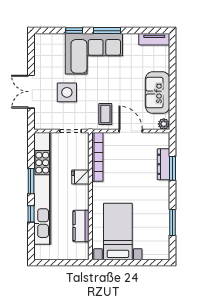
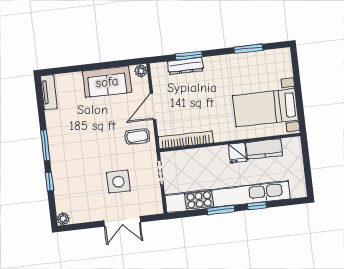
plant: (39, 39) -> (63, 219), added
corner sofa: (94, 54) -> (72, 157), removed
fridge: (80, 177) -> (237, 153), moved

